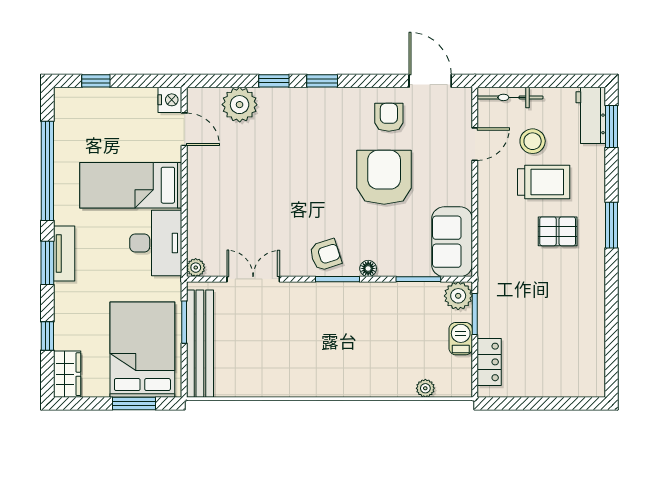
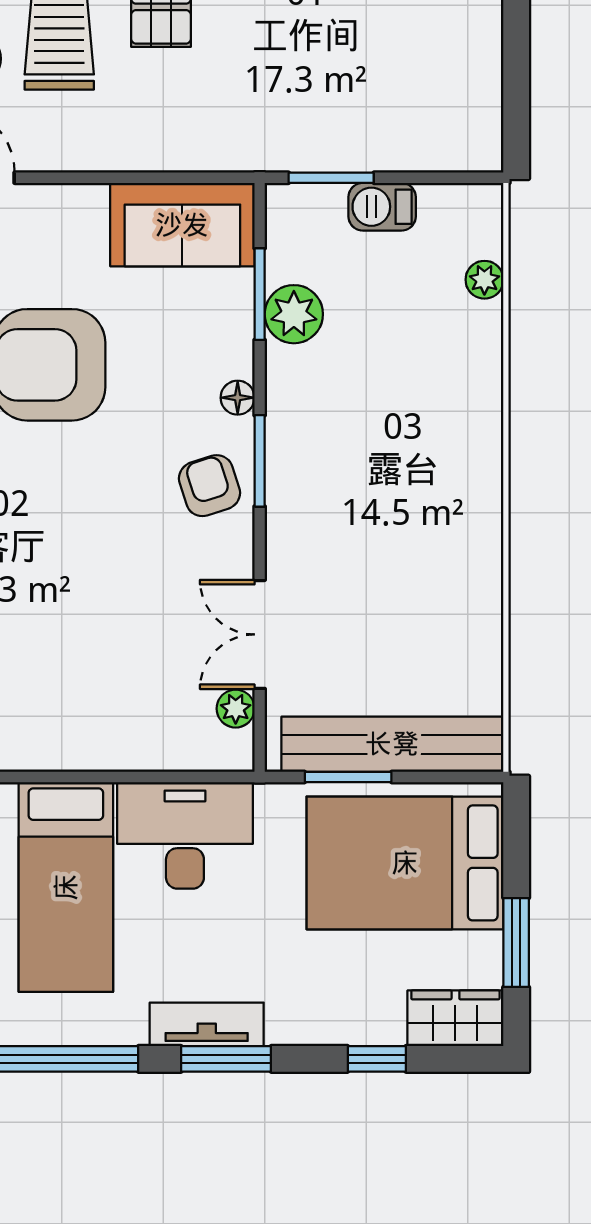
plant: (196, 268) -> (236, 709), moved
plant: (458, 296) -> (294, 314), moved
locker: (489, 362) -> (430, 148), removed
window: (134, 404) -> (516, 943), moved

